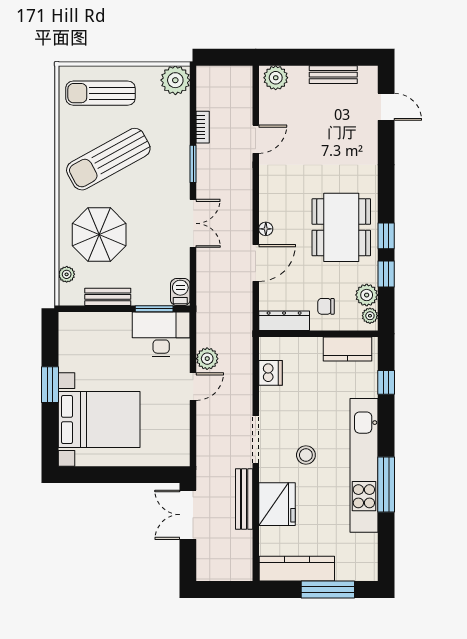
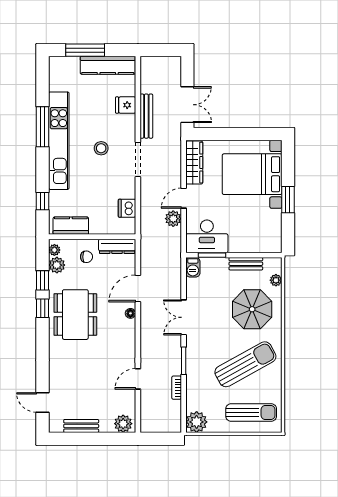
wardrobe: (178, 435) -> (194, 163), added
fridge: (277, 504) -> (126, 105), width x0.53, depth x0.75

